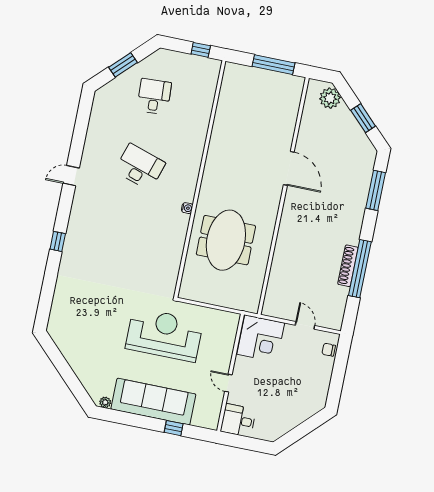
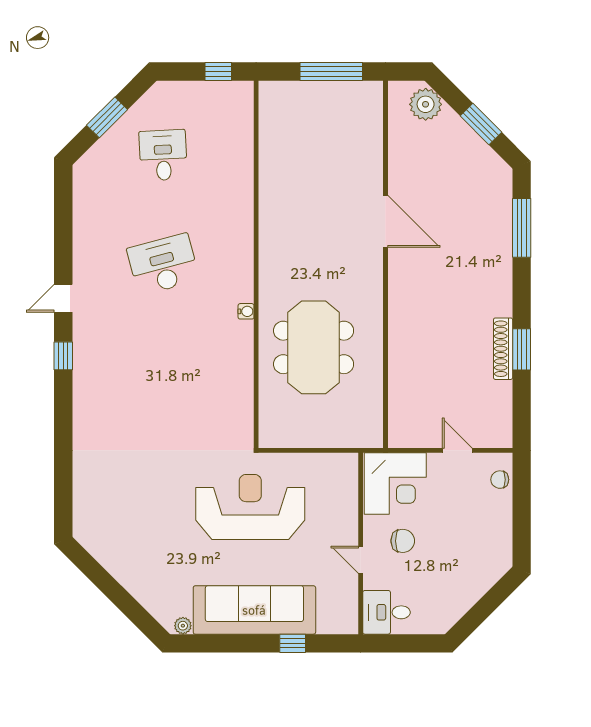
desk: (140, 167) -> (163, 264), turned -33
window: (58, 241) -> (63, 356), moved
window: (360, 269) -> (522, 349), width x0.47
chair: (258, 376) -> (403, 541), added

